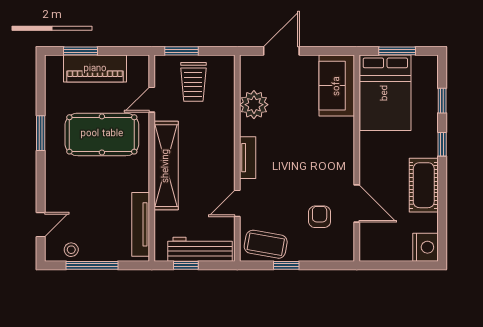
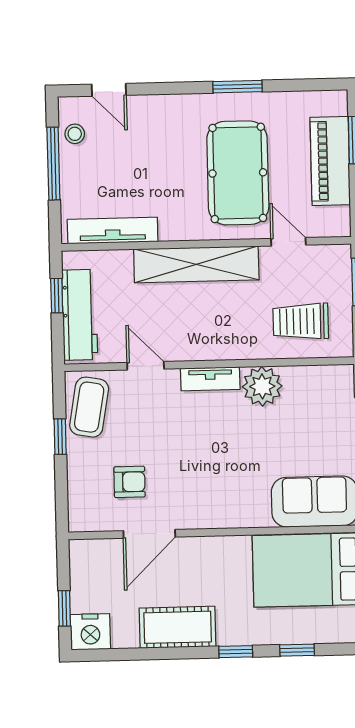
trolley: (193, 82) -> (301, 321), moved
plant: (254, 105) -> (262, 386), moved
window: (408, 265) -> (64, 608), added

